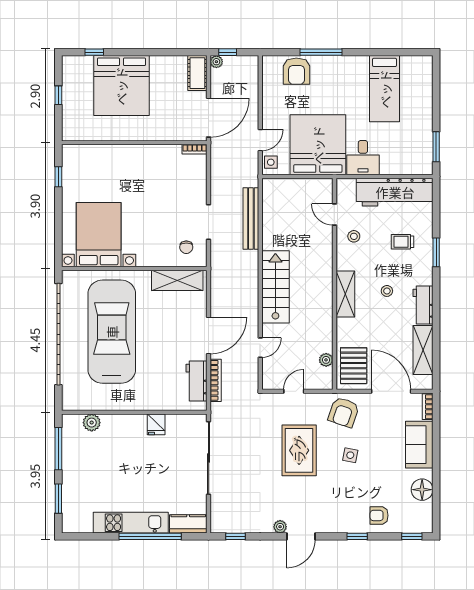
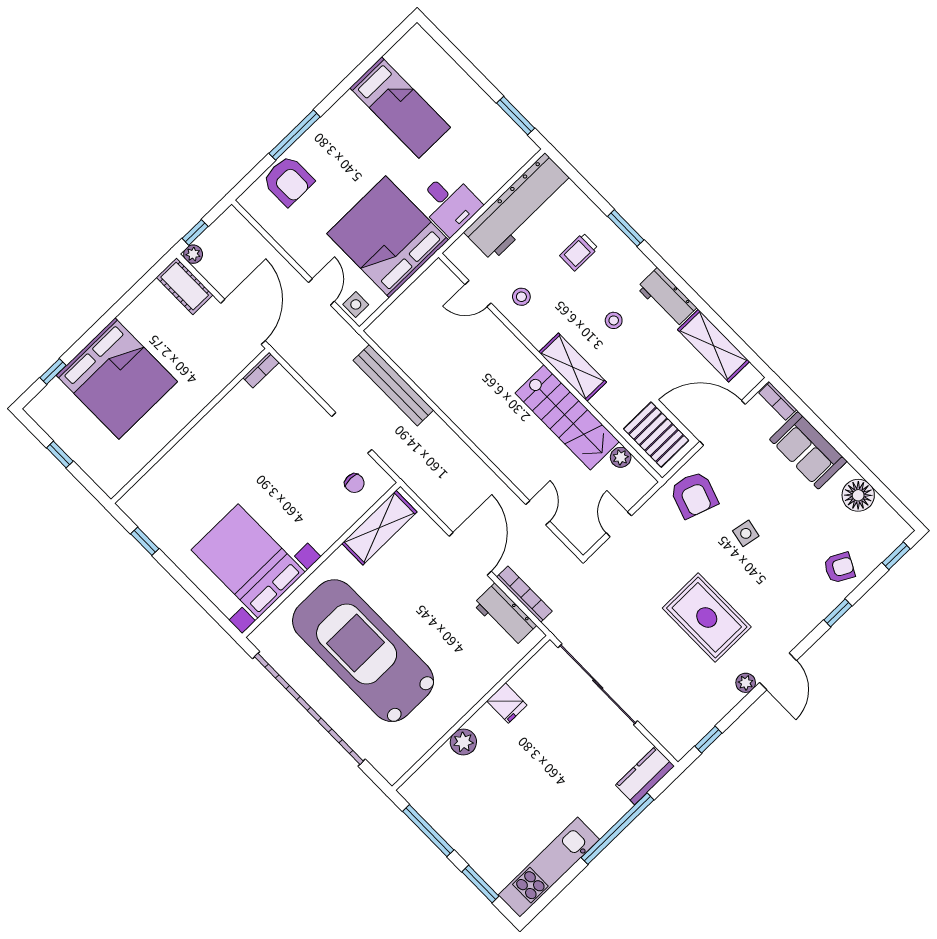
stairs: (275, 287) -> (567, 417), moved, turned 180
plant: (92, 423) -> (463, 742), moved
rug: (299, 450) -> (707, 617), moved
armchair: (379, 515) -> (839, 568), turned -152
kitchen unit: (131, 523) -> (549, 867), moved

